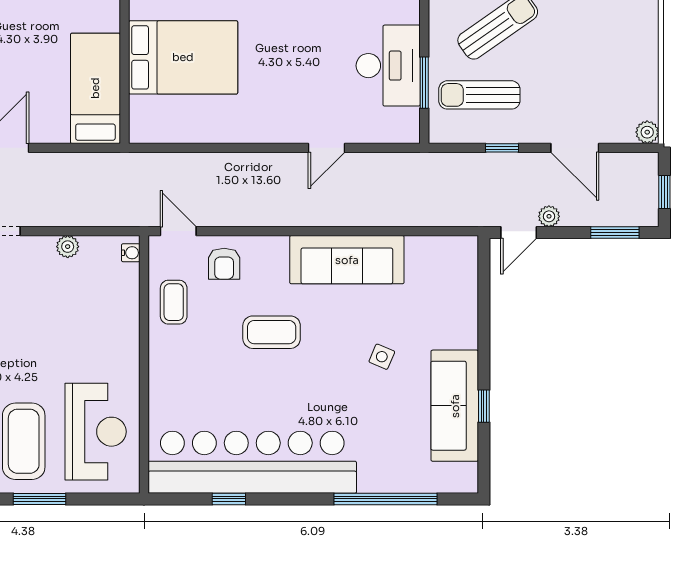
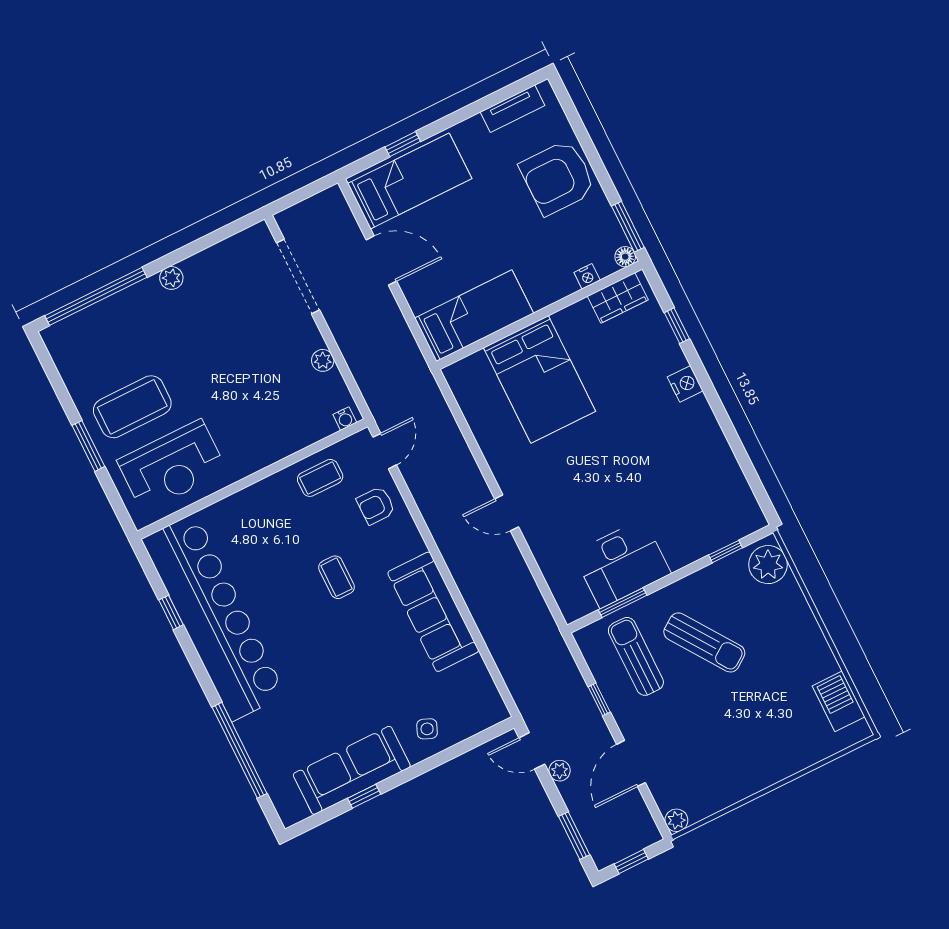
door: (327, 148) -> (507, 513), moved
coffee table: (272, 332) -> (336, 577), width x0.73, depth x0.77
side table: (382, 357) -> (427, 729), moved

